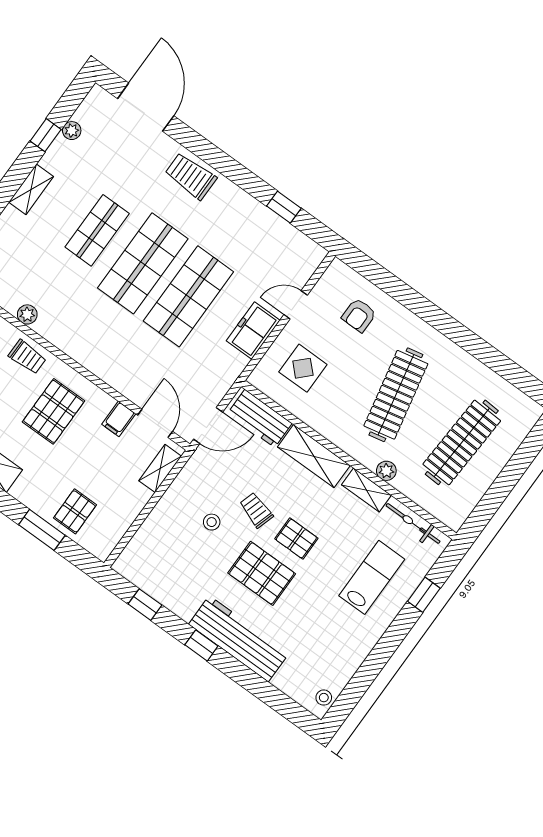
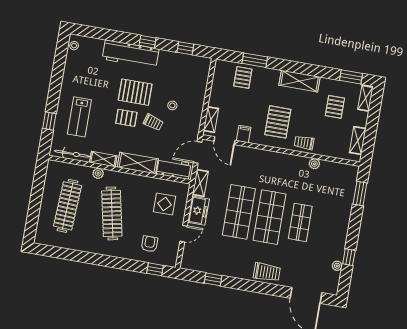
shelving: (31, 189) -> (200, 183), moved
window: (370, 270) -> (155, 269), added

